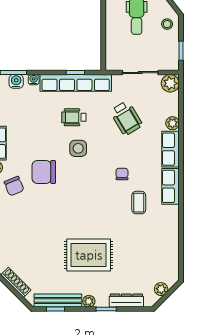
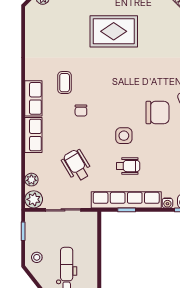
plant: (172, 123) -> (31, 180), moved

